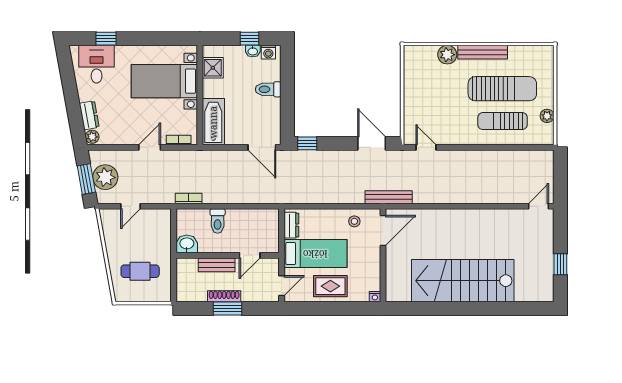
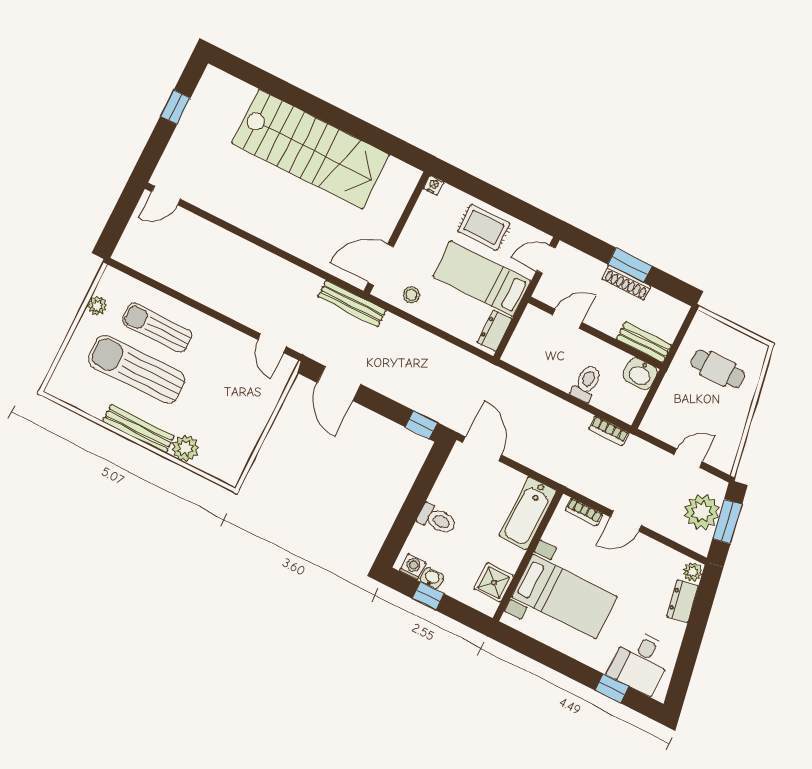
sun lounger: (503, 121) -> (157, 328), turned 180
bench: (217, 265) -> (644, 342), moved

